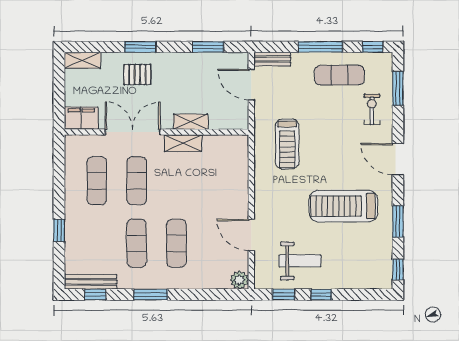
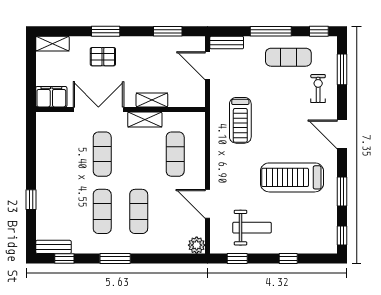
exercise mat: (97, 181) -> (175, 154), moved
bench: (91, 282) -> (53, 247), width x0.73
window: (321, 294) -> (288, 259), moved

